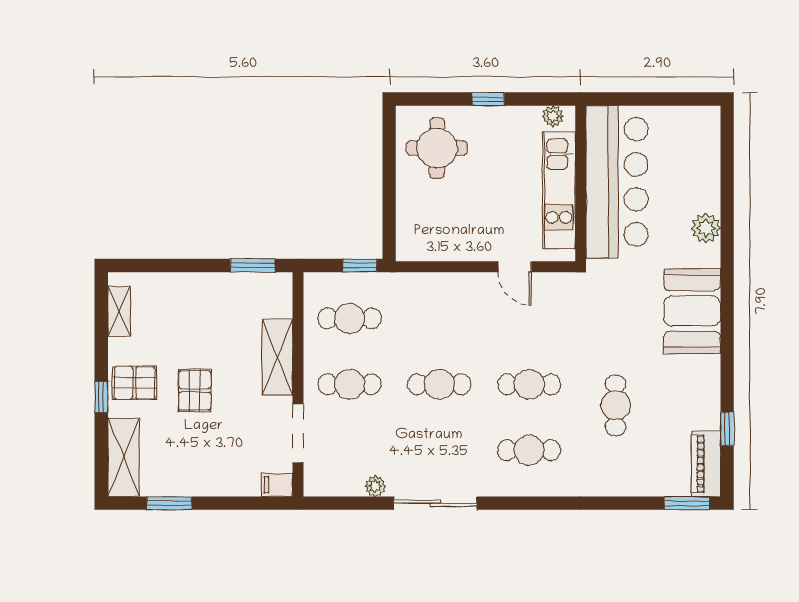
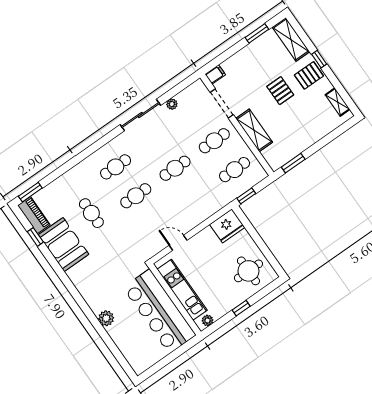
fridge: (421, 240) -> (227, 226), added
booth: (692, 311) -> (64, 245), moved

